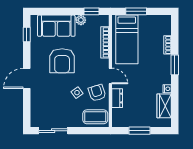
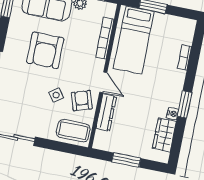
window: (175, 65) -> (185, 104), moved
dresser: (117, 98) -> (106, 112), width x1.44

